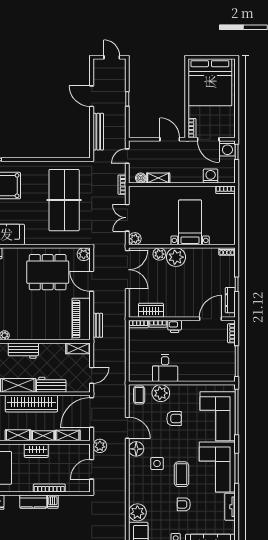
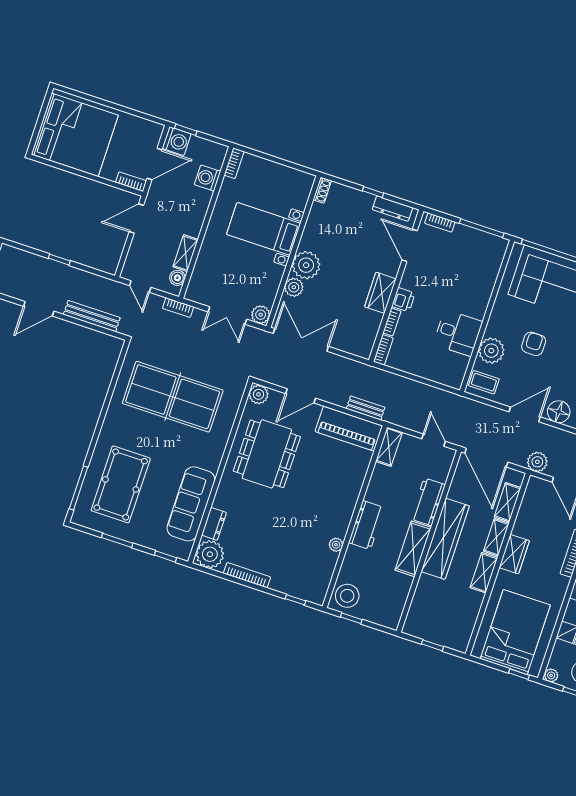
wardrobe: (151, 310) -> (380, 293), moved

